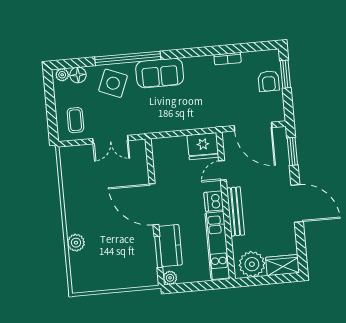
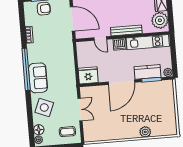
window: (128, 58) -> (26, 69), moved
door: (253, 127) -> (73, 19), hinge flipped
fridge: (203, 146) -> (88, 75), moved, turned -90

